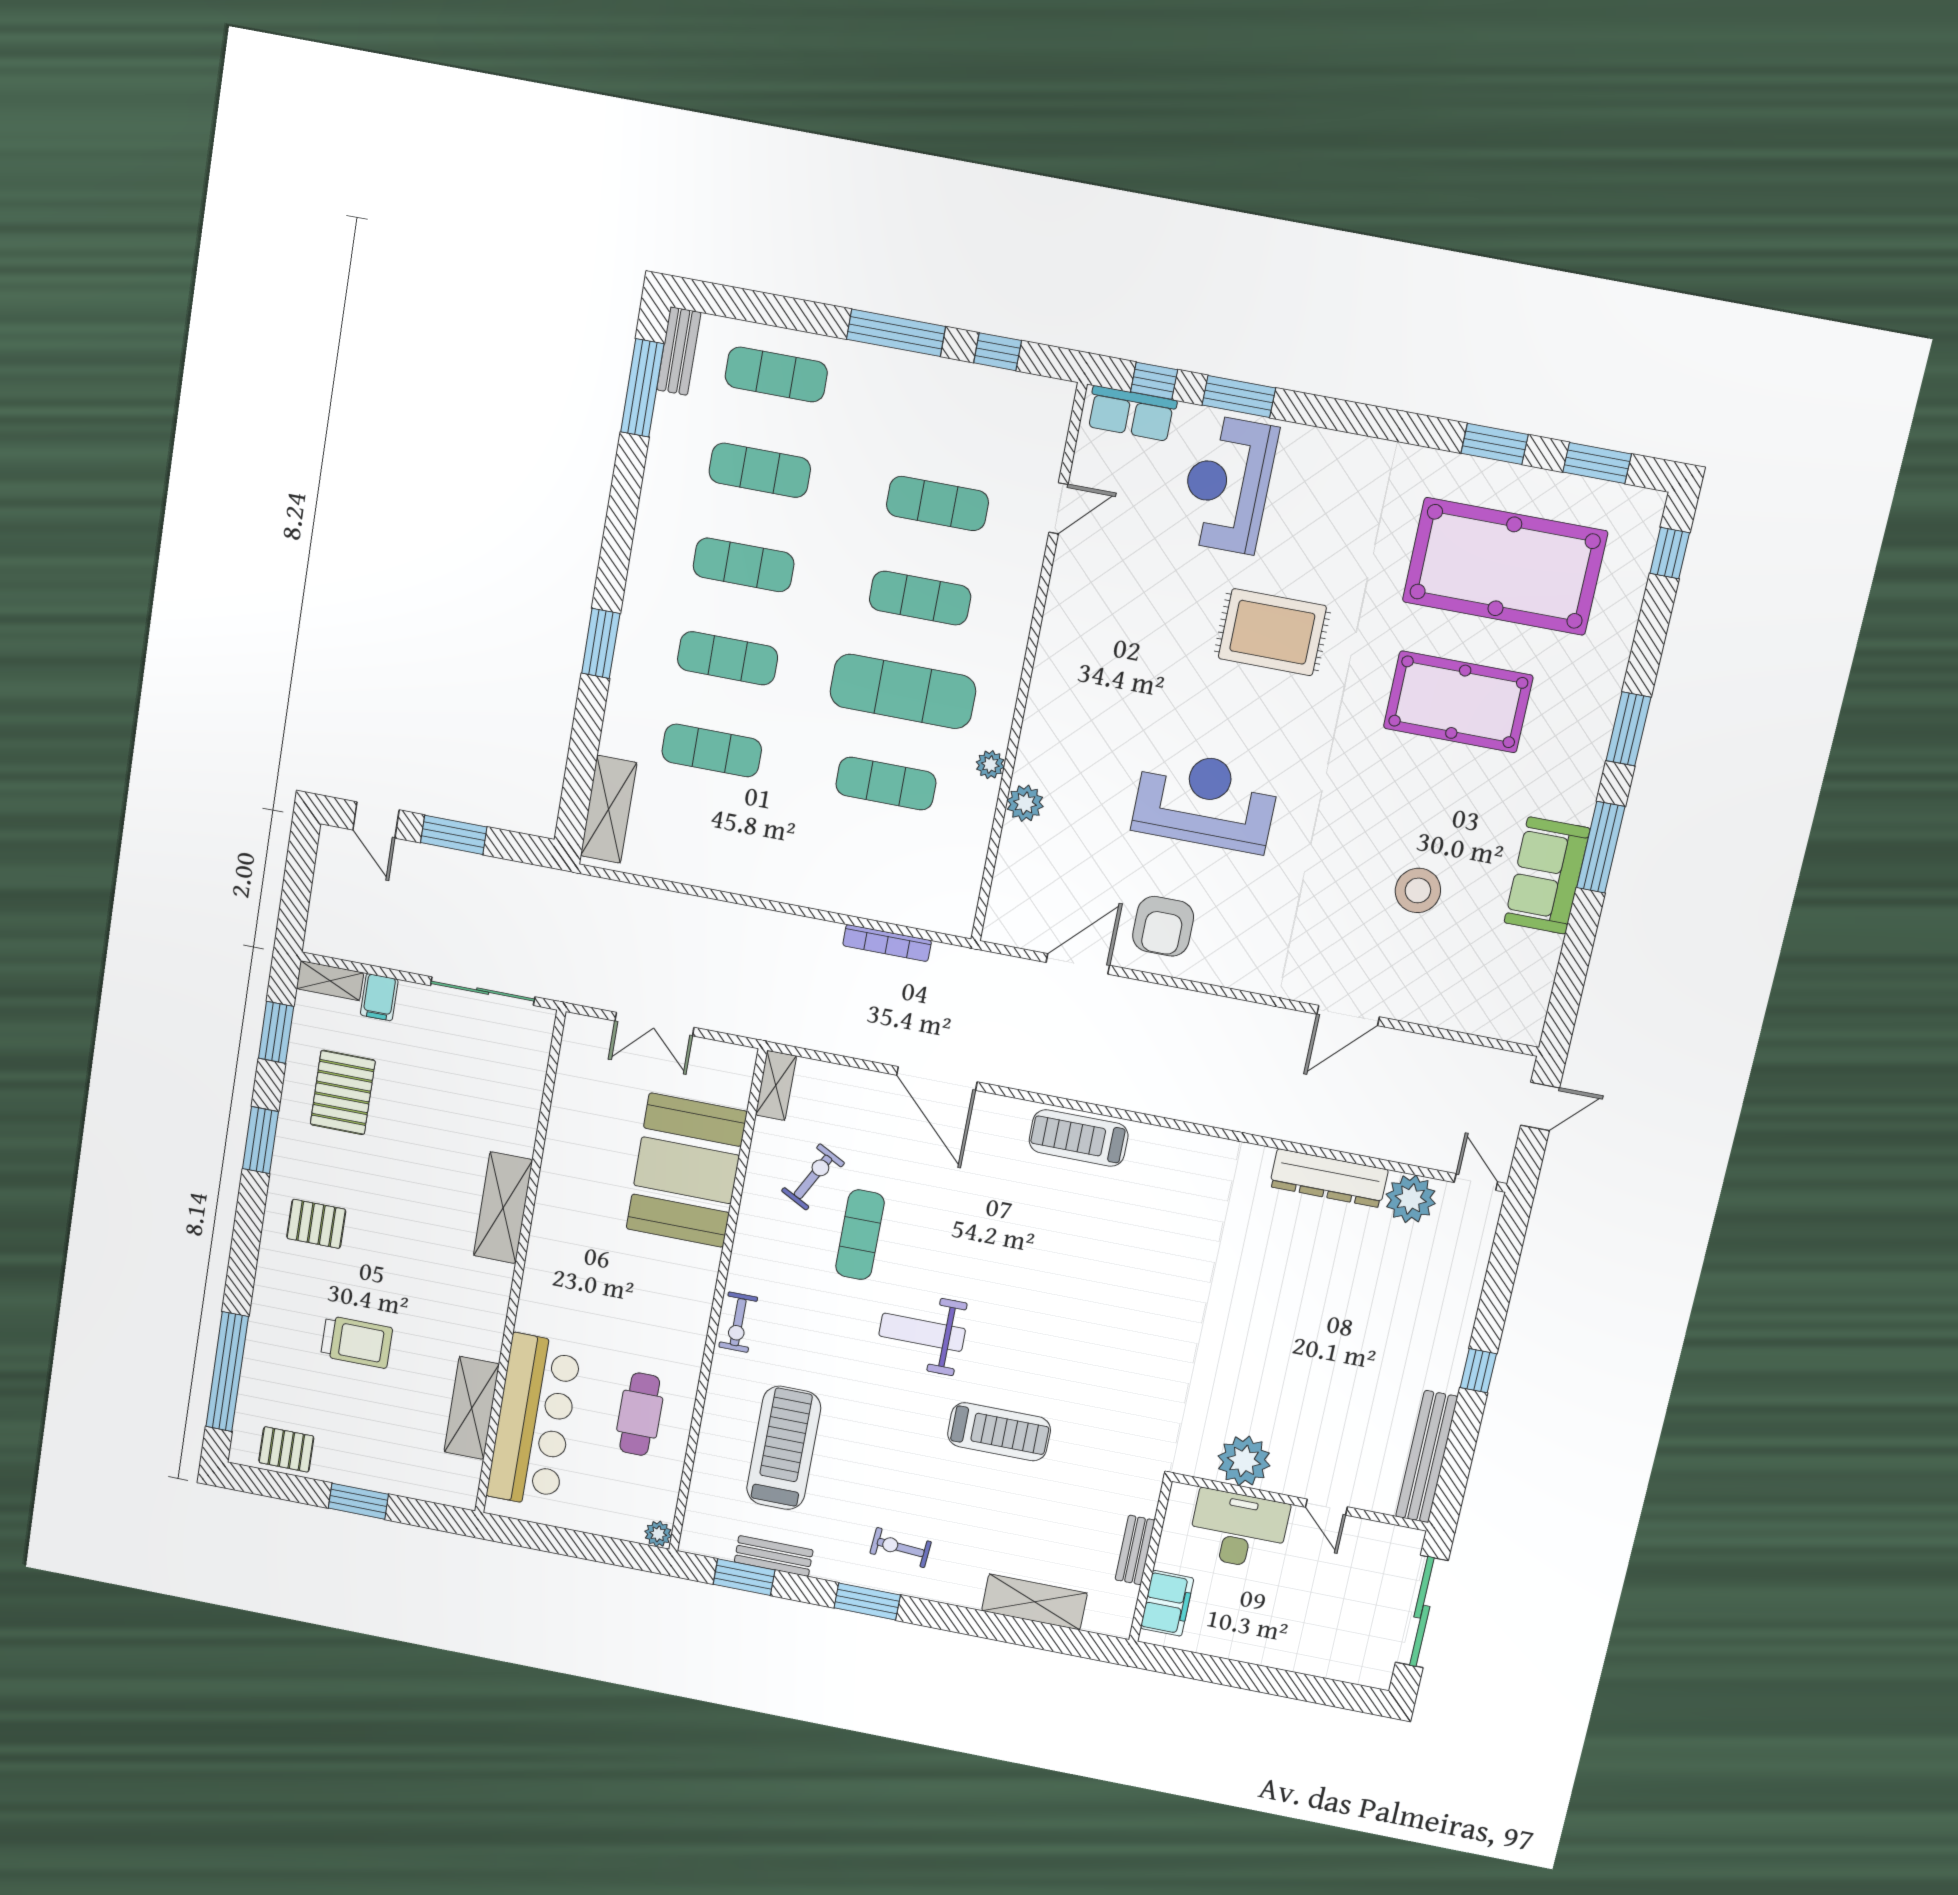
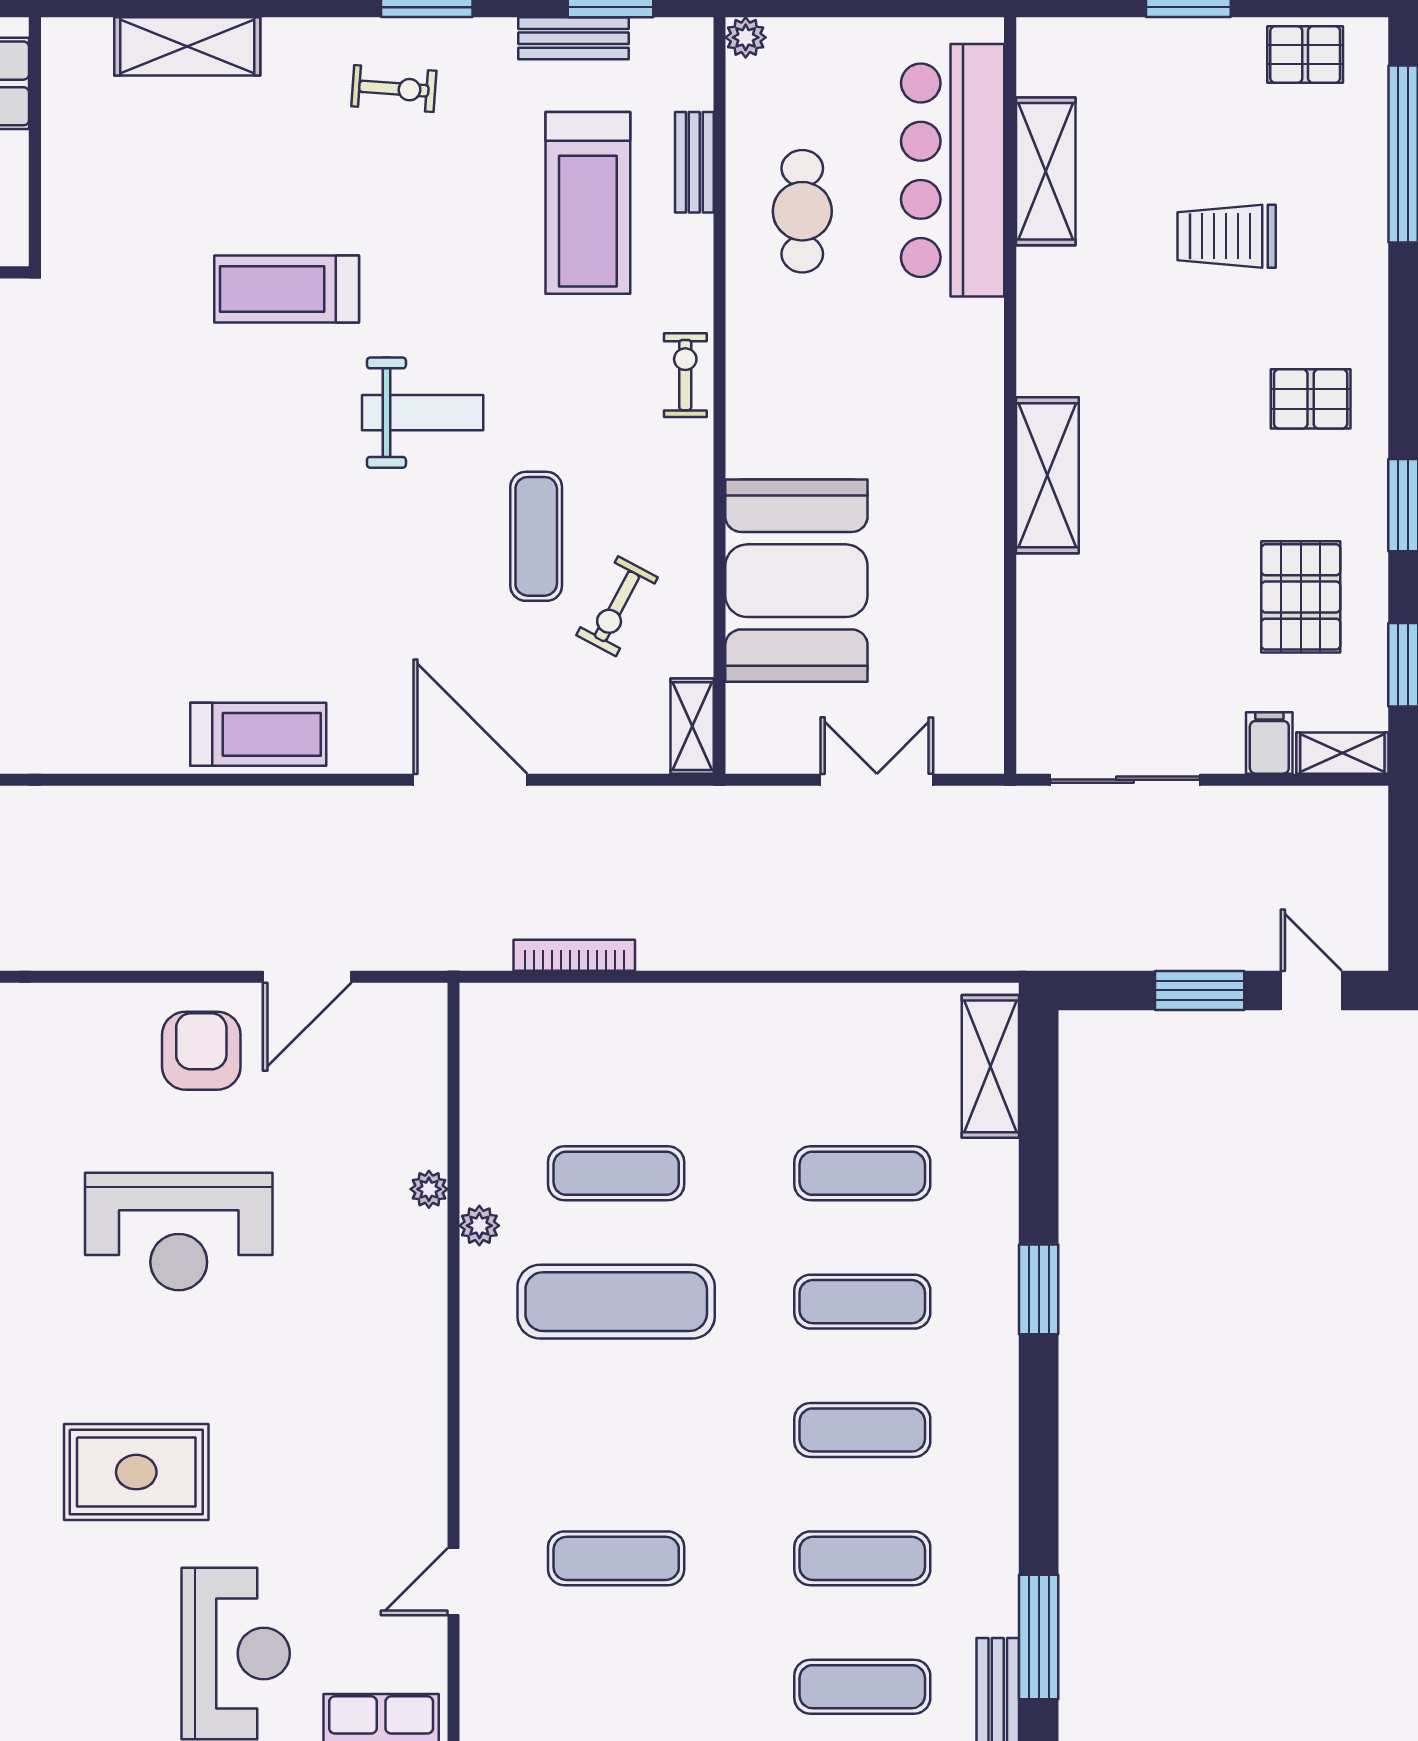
exercise mat: (920, 598) -> (616, 1430), removed
plant: (1025, 803) -> (429, 1189), width x0.73, depth x0.73
bench: (1135, 1550) -> (694, 162), moved

